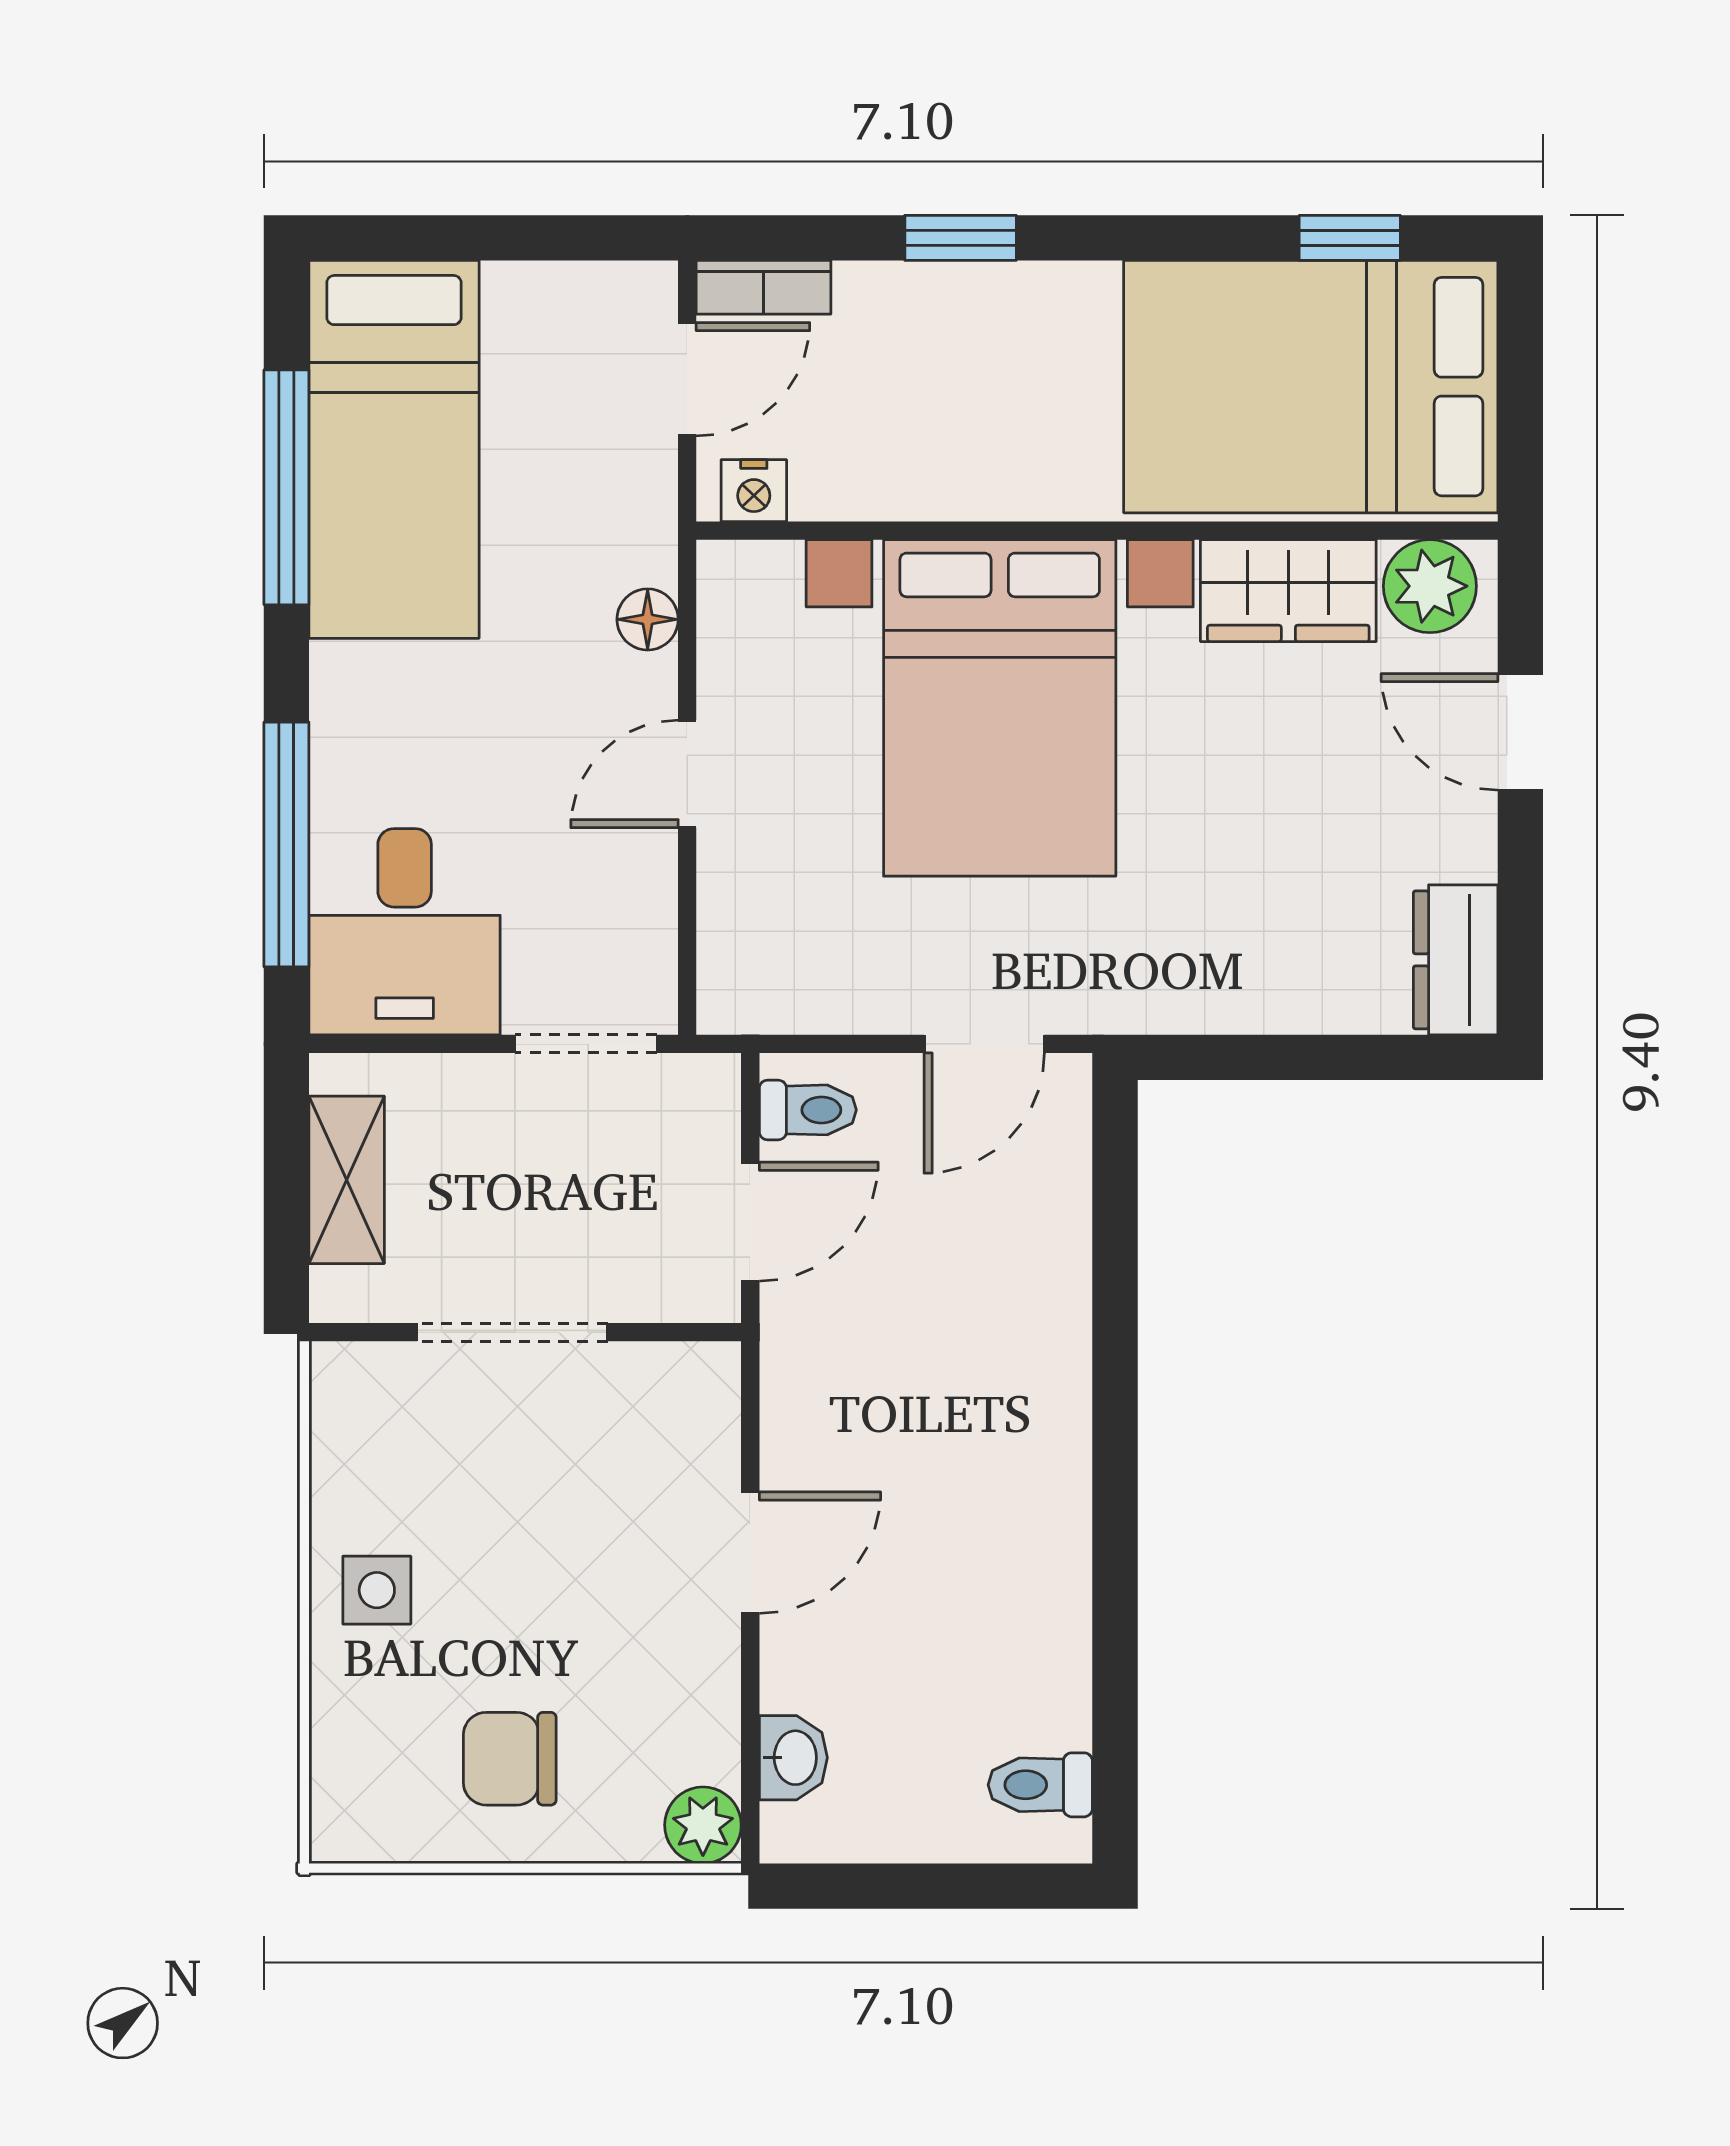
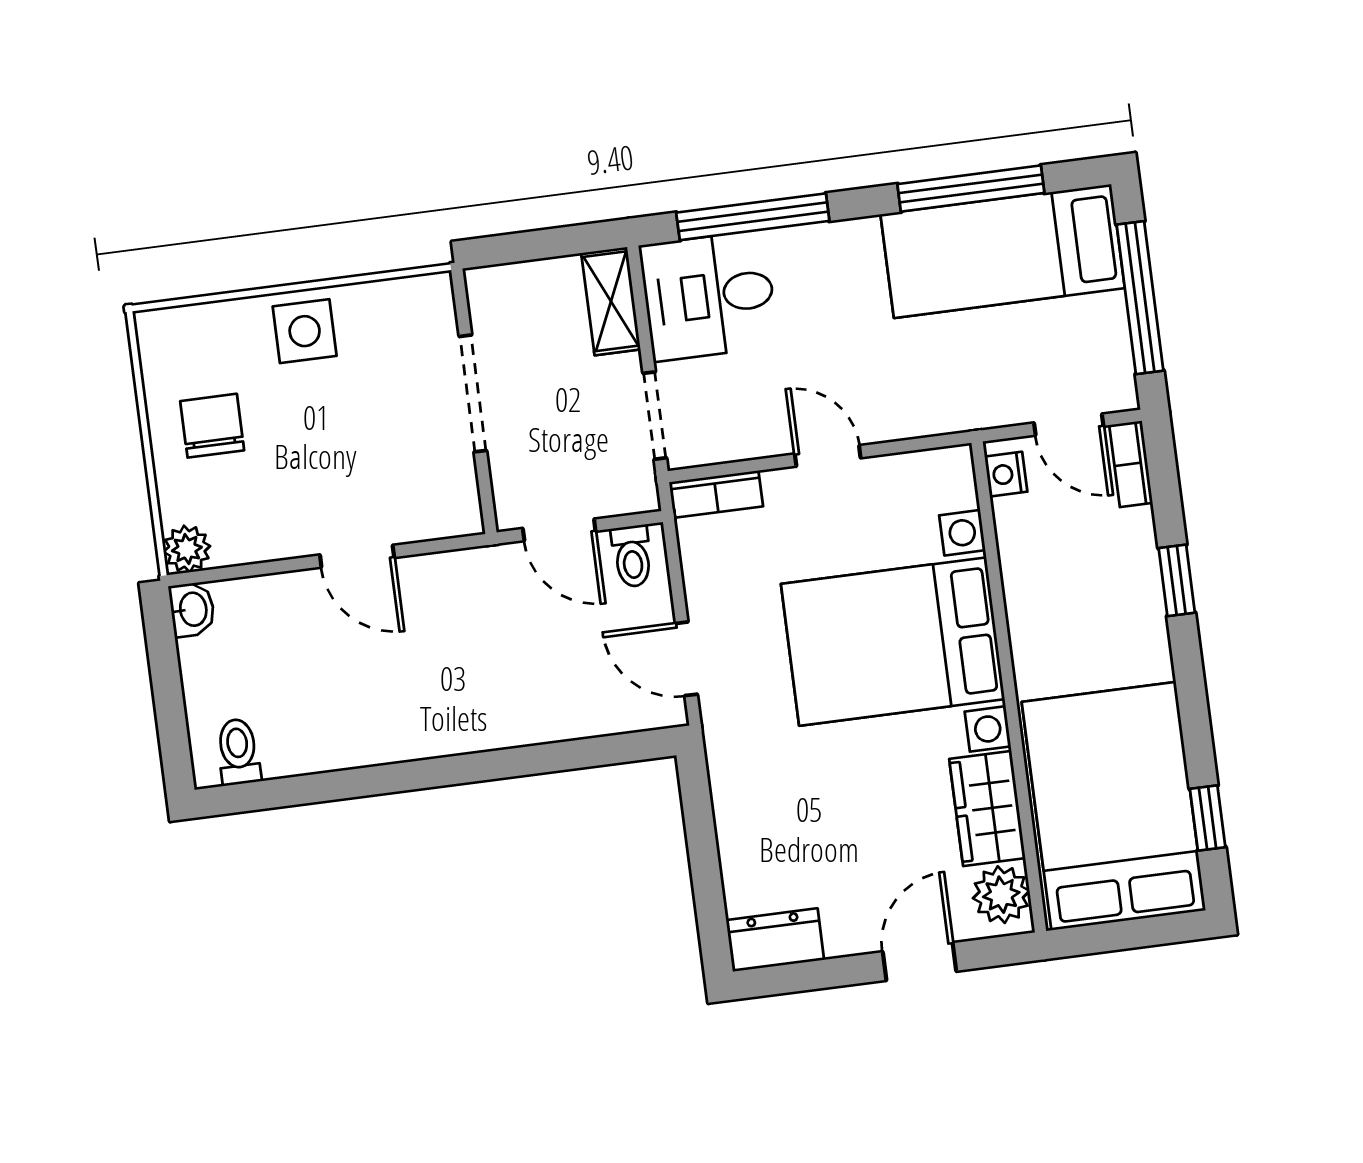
window: (498, 238) -> (1140, 298), added
floor lamp: (648, 619) -> (919, 419), removed
bookcase: (726, 962) -> (716, 494), added
shelving: (347, 1180) -> (611, 301), moved, turned 90
side table: (377, 1590) -> (305, 331), width x1.37, depth x1.37
washbasin: (793, 1758) -> (192, 609), moved, turned -90

